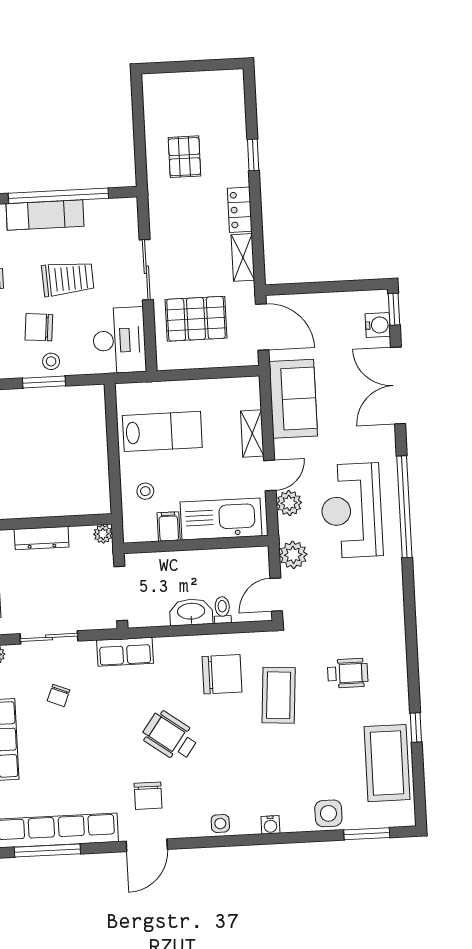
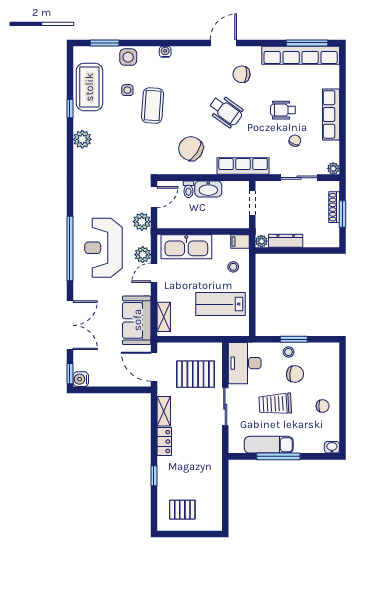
pallet: (184, 157) -> (182, 510), moved, turned 90
window: (58, 196) -> (278, 456), width x0.68
exam couch: (45, 215) -> (269, 445), moved
water cooler: (378, 325) -> (81, 379), moved
shelving: (252, 434) -> (164, 317), moved
reception desk: (352, 511) -> (103, 248), turned 180
filing cabinet: (169, 526) -> (240, 241), moved, turned 90
dresser: (42, 538) -> (286, 241), moved
doorway: (121, 593) -> (252, 203), width x0.73
row of seats: (125, 652) -> (243, 166), width x1.48
wheelchair: (348, 673) -> (283, 110), moved
chair: (222, 674) -> (191, 149), turned 33
plant: (394, 680) -> (82, 139), added
coffee table: (279, 695) -> (153, 106), moved
chair: (148, 796) -> (242, 74), turned -86
side table: (220, 823) -> (127, 90), moved
door: (147, 845) -> (223, 43), moved

